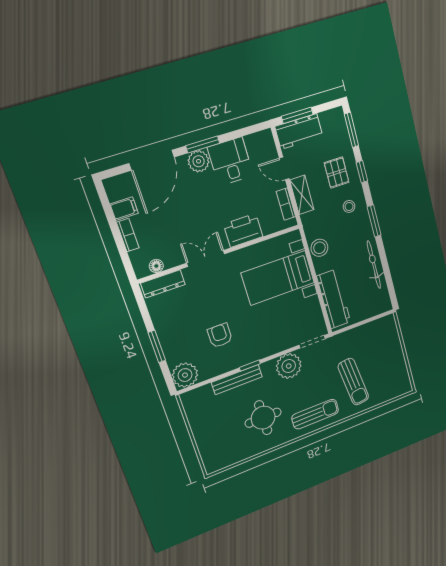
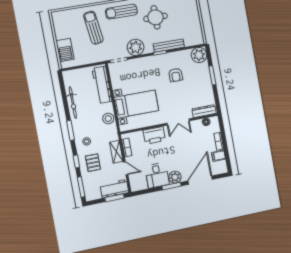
barbecue: (390, 341) -> (65, 50), added

